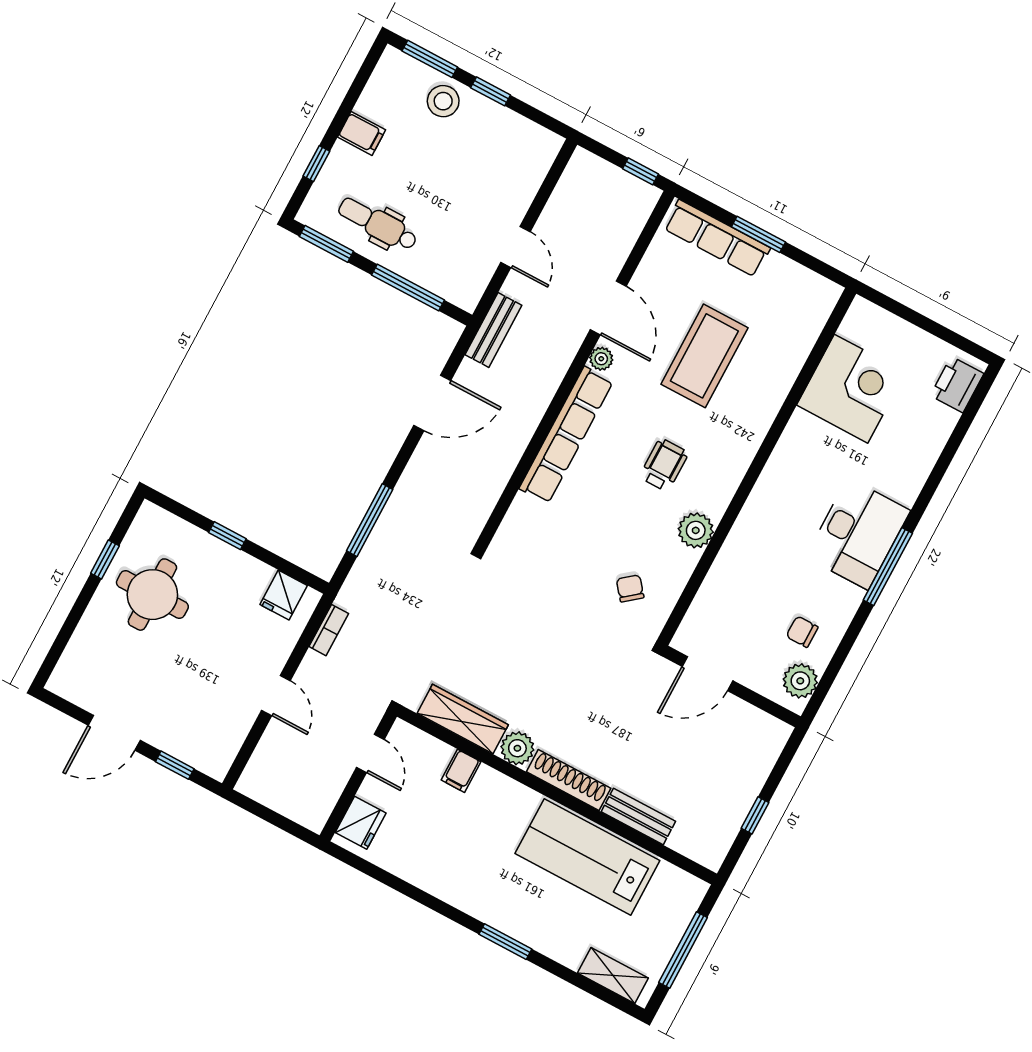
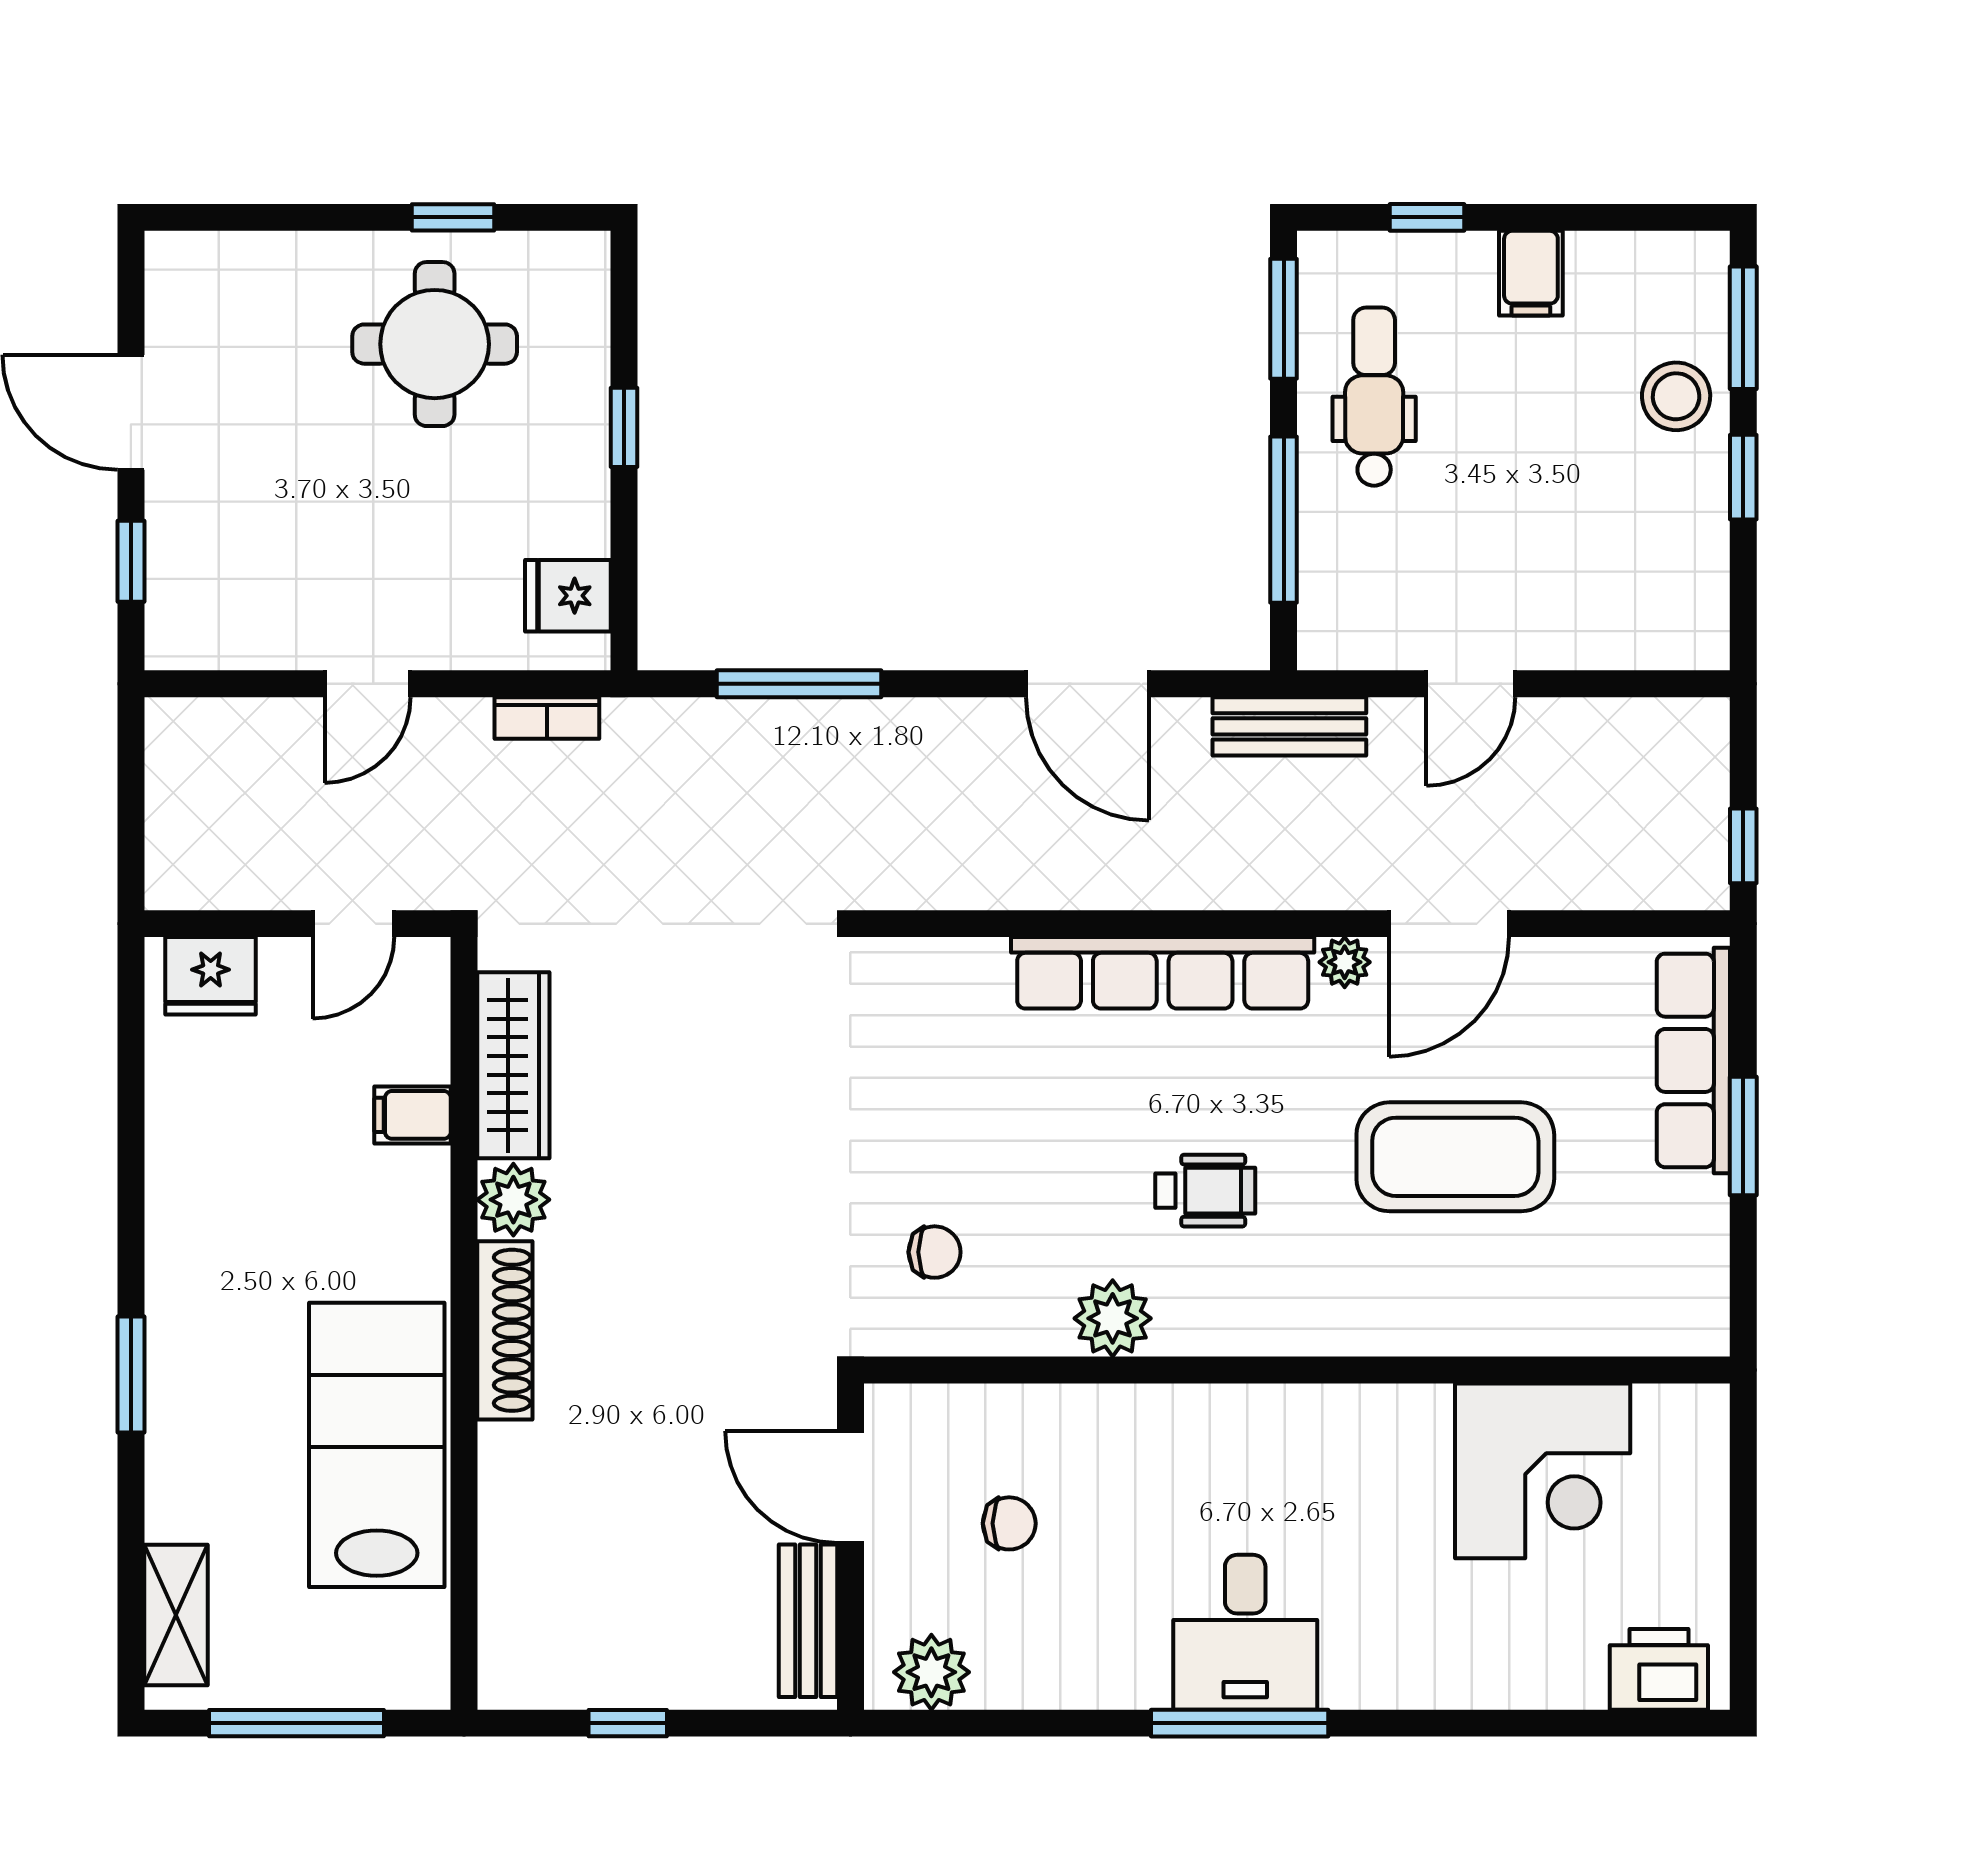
desk: (858, 534) -> (1245, 1632), width x0.73
chair: (630, 588) -> (935, 1252), turned 39
chair: (802, 632) -> (1009, 1523), moved, turned 90
bench: (638, 816) -> (808, 1621), moved

